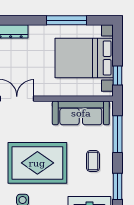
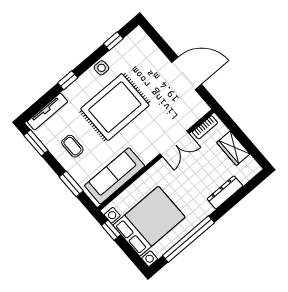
window: (67, 20) -> (188, 239), width x1.46
window: (118, 134) -> (71, 184), width x0.69

